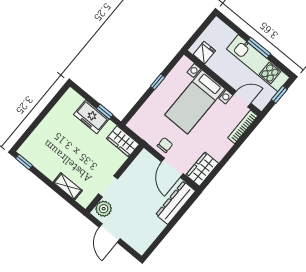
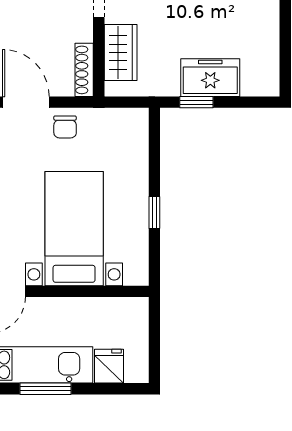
fridge: (204, 53) -> (109, 366), moved, turned 180
wardrobe: (123, 141) -> (121, 52), moved, turned 90
shoe rack: (139, 161) -> (84, 70), added

